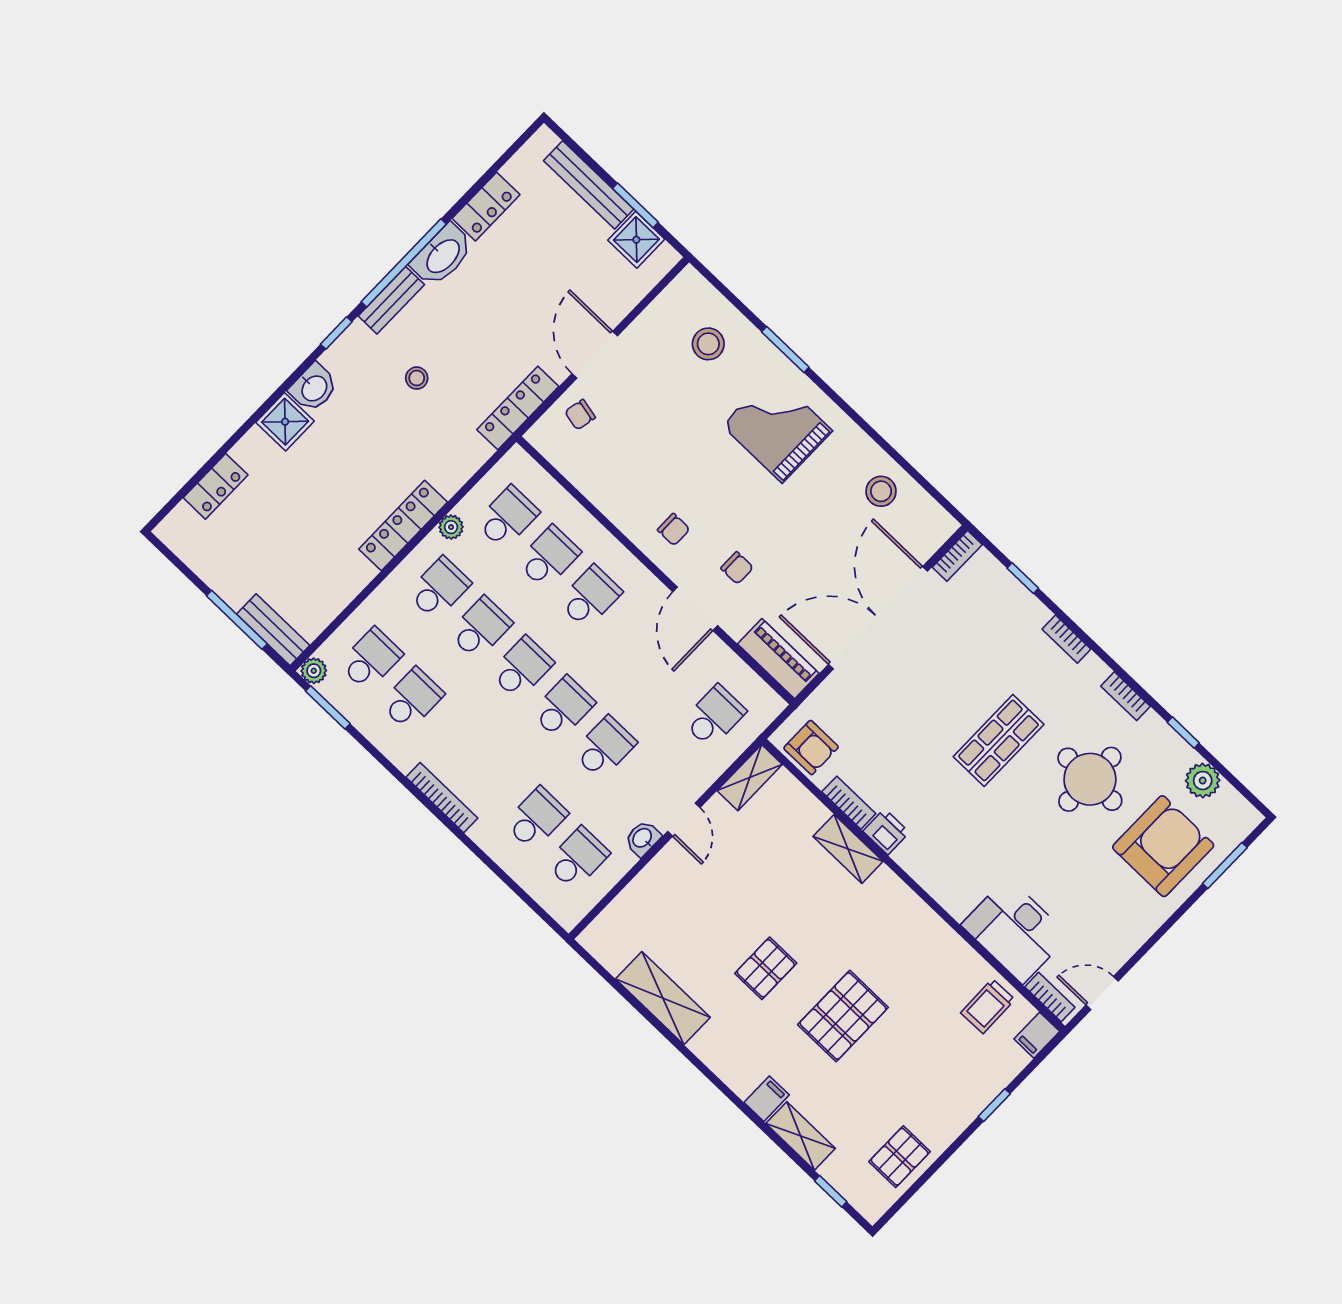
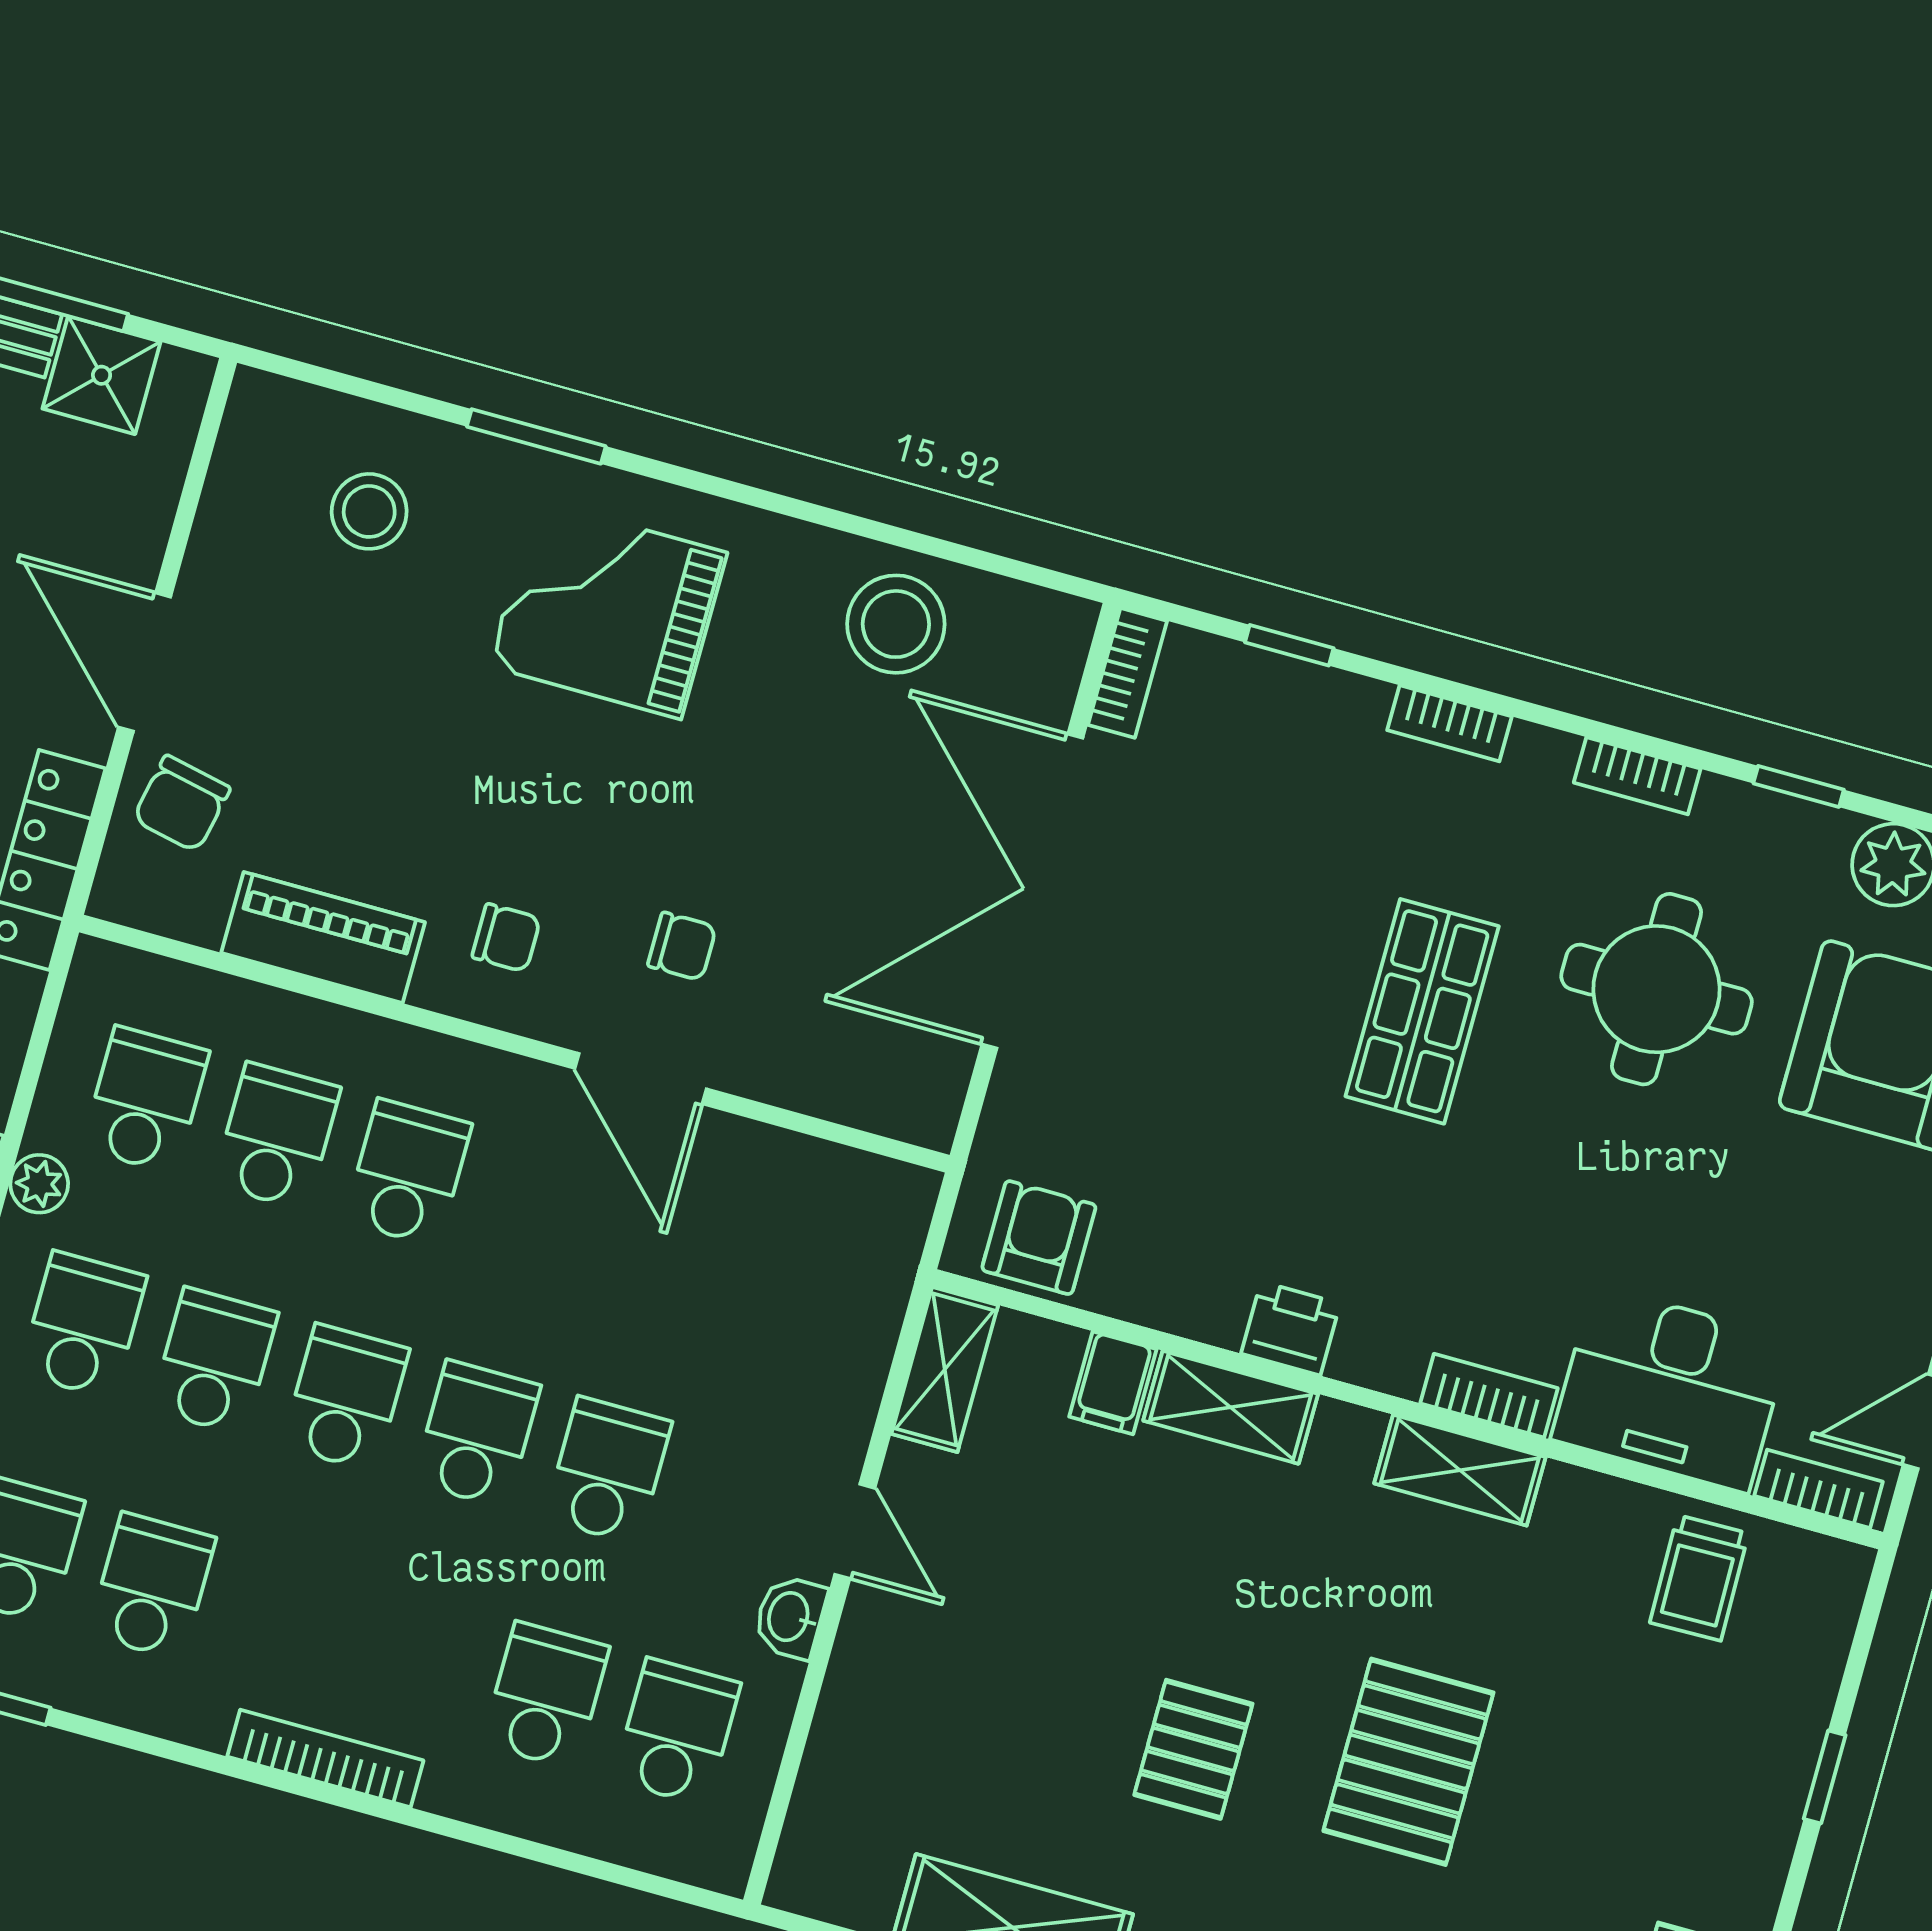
chair: (580, 415) -> (182, 804), width x1.37, depth x1.37
stool: (881, 491) -> (896, 624), width x1.38, depth x1.38
piano: (778, 659) -> (323, 937), moved
school desk: (714, 716) -> (802, 1282), removed
armchair: (811, 748) -> (1039, 1238), turned -90
bookcase: (849, 803) -> (1489, 1396), moved
shelving: (921, 918) -> (1460, 1470), added
filing cabinet: (1037, 1035) -> (1113, 1383), moved

